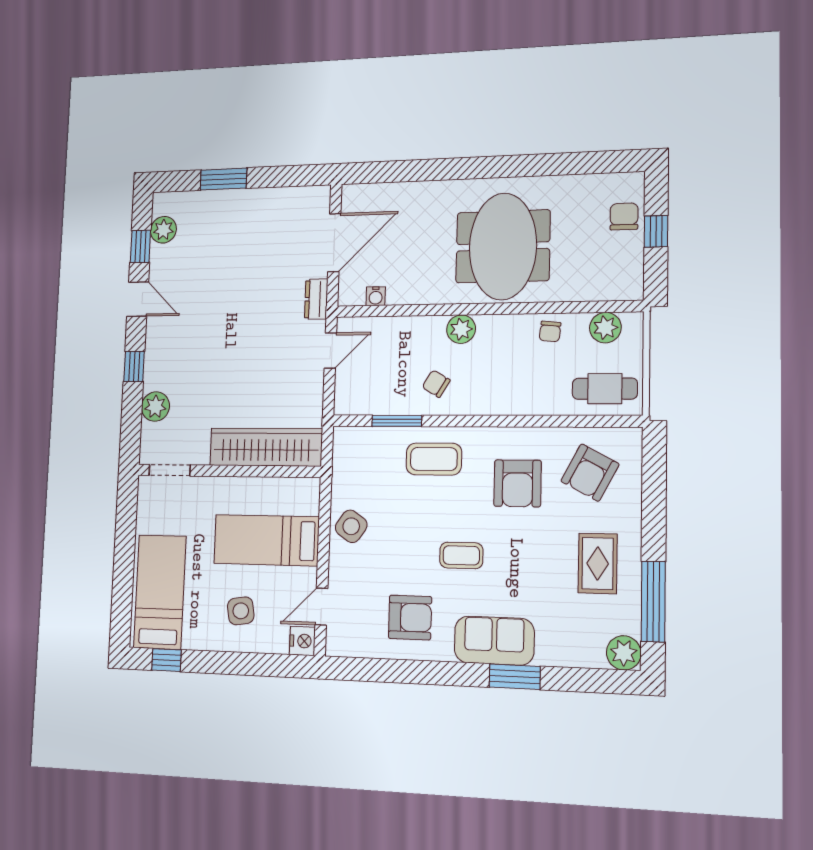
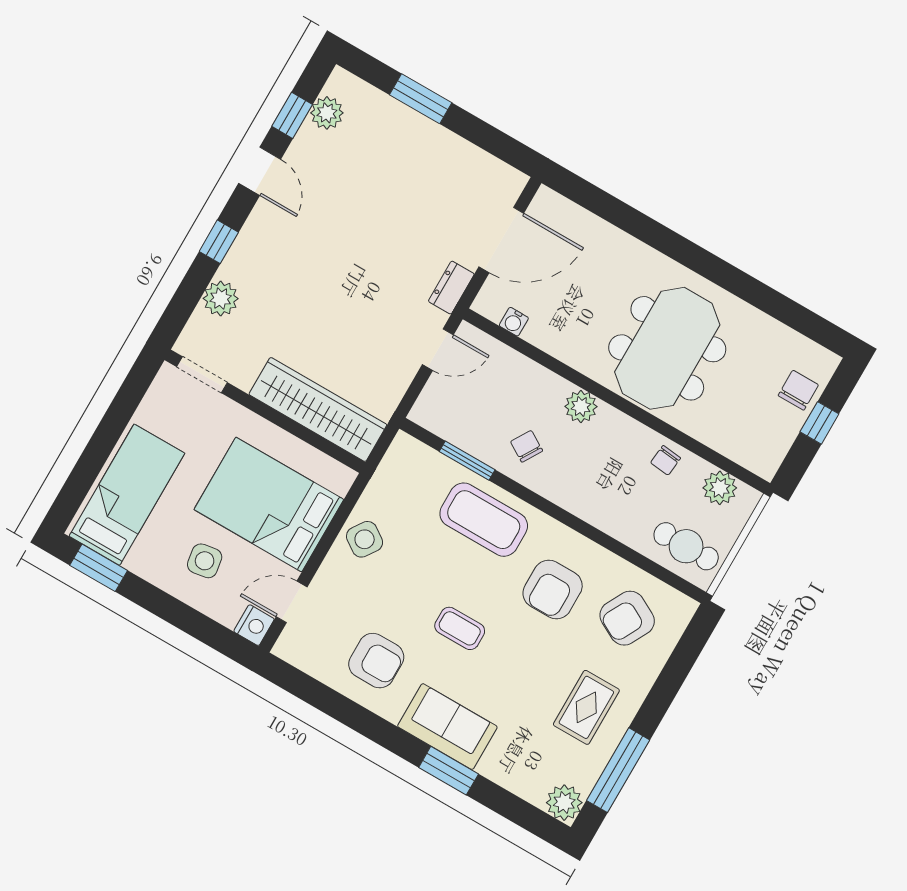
coffee table: (434, 459) -> (484, 520), width x1.36, depth x1.32
bed: (266, 540) -> (269, 505), width x1.50
window: (166, 660) -> (99, 568), width x1.50

